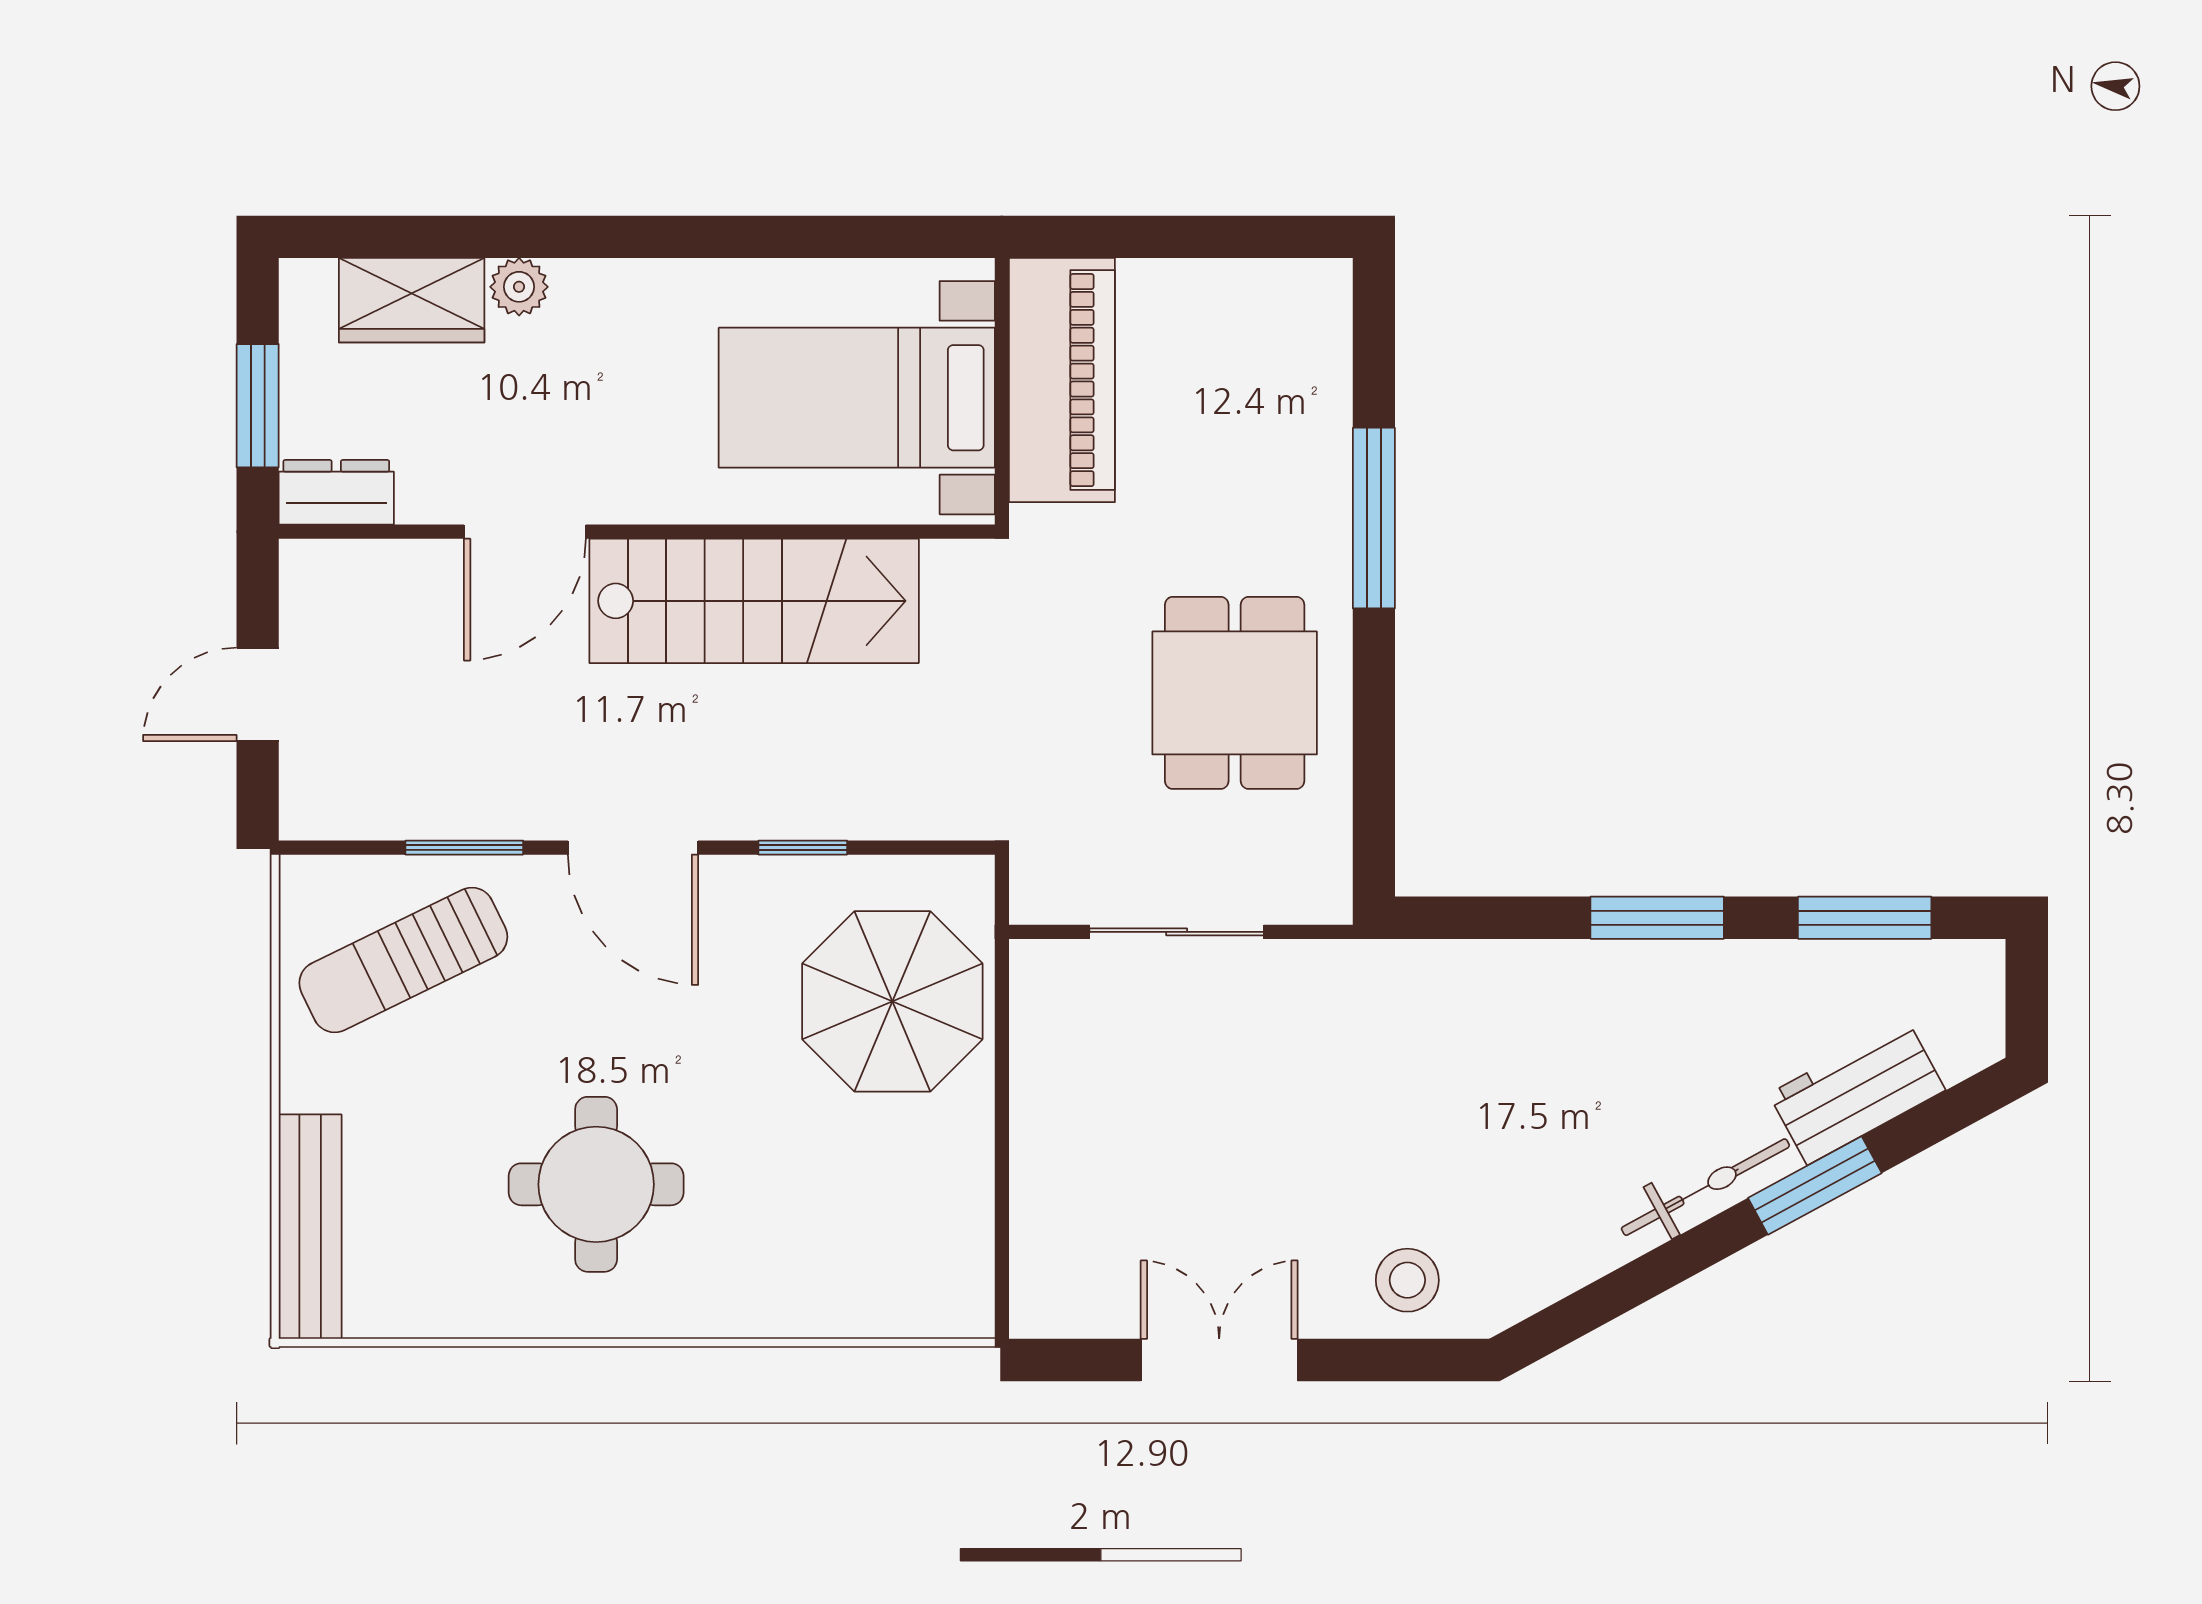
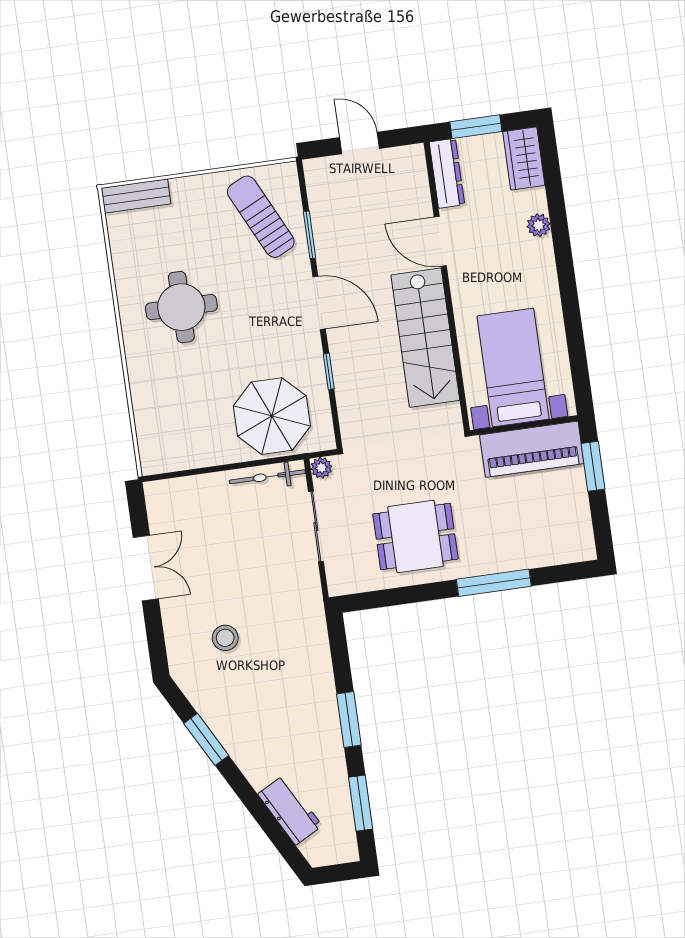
window: (1124, 237) -> (593, 466), added
wardrobe: (412, 300) -> (524, 158), moved
dresser: (336, 492) -> (447, 173), width x1.44
door: (633, 848) -> (319, 303), swing flipped
plant: (1035, 898) -> (321, 468), added
window: (1815, 1186) -> (206, 739), moved
bicycle: (1705, 1187) -> (267, 477), moved, turned 119
bench: (310, 1227) -> (136, 196), width x0.73
stool: (1407, 1280) -> (225, 638), moved

